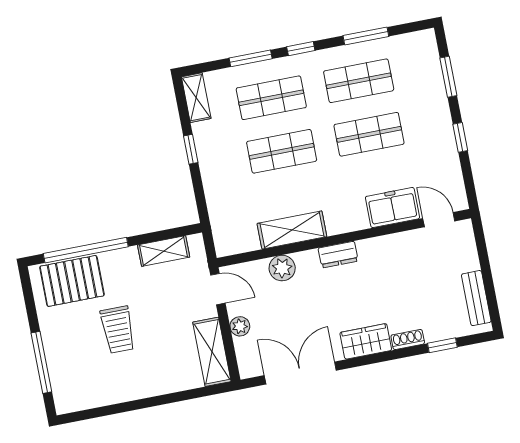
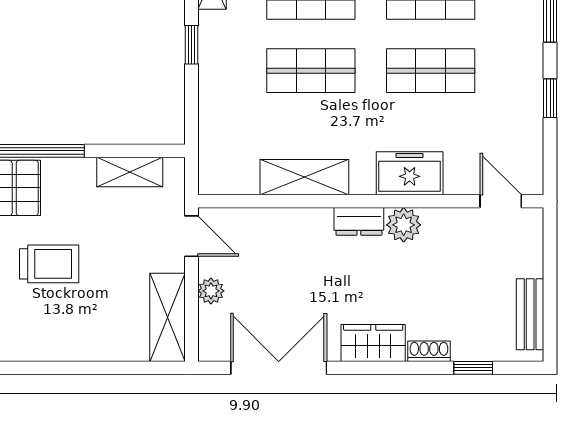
freezer: (392, 208) -> (410, 173), moved
plant: (282, 268) -> (404, 225), moved
trolley: (118, 330) -> (49, 264), turned -90

